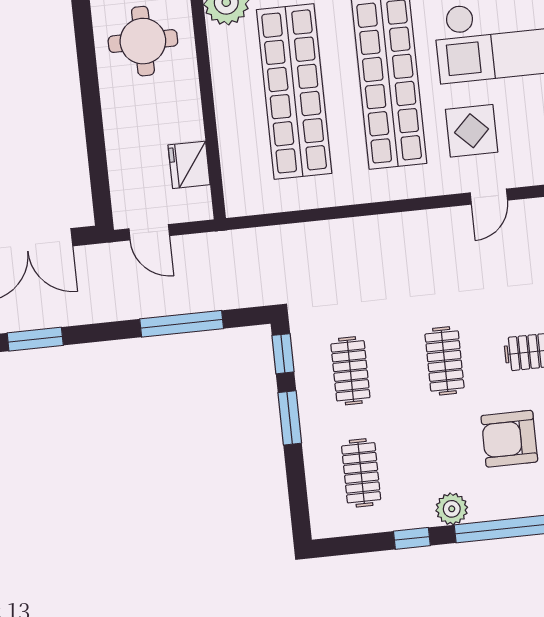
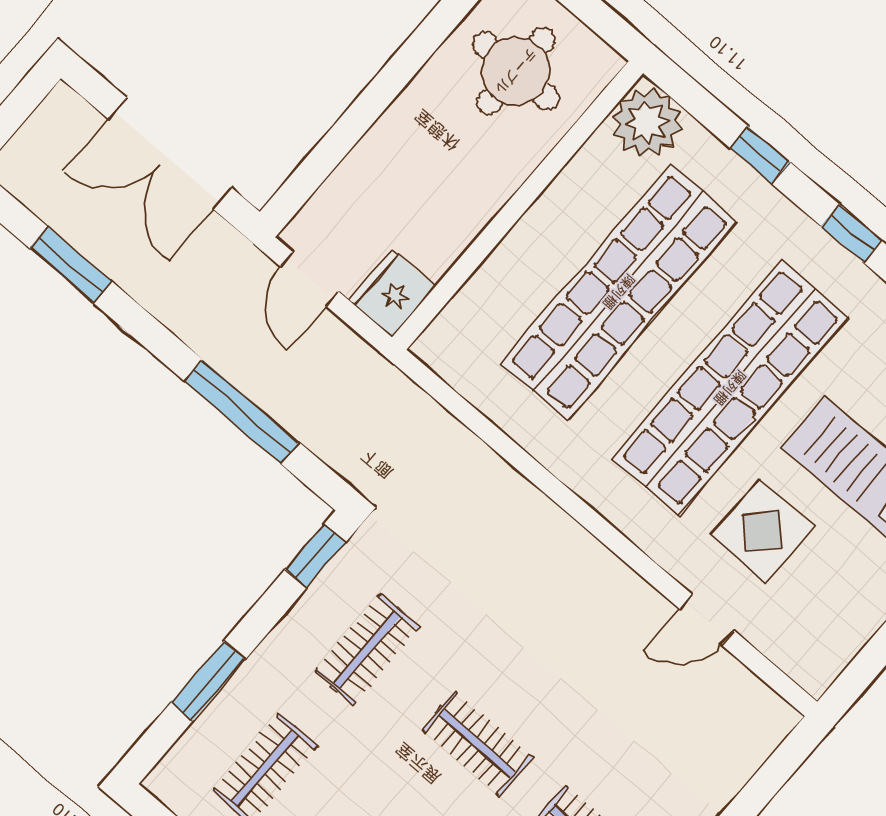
fridge: (189, 165) -> (392, 293), moved
clothes rail: (445, 361) -> (477, 743), turned 90
window: (290, 418) -> (208, 681), moved

